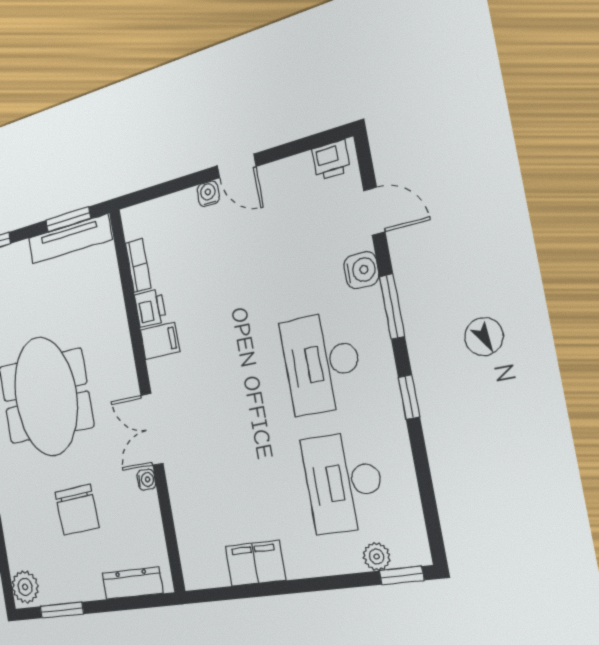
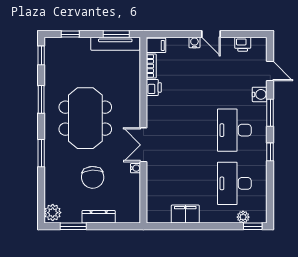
printer: (331, 160) -> (243, 44), moved
filing cabinet: (160, 341) -> (156, 45), moved
dresser: (132, 583) -> (99, 217), moved

